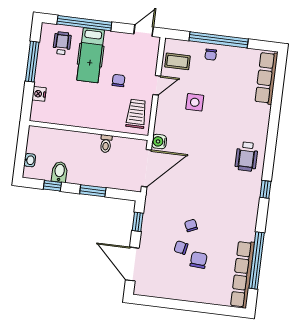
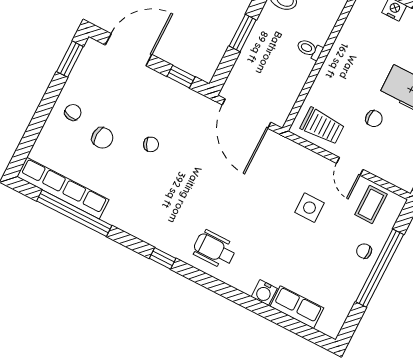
row of seats: (266, 78) -> (297, 307), width x0.68
water cooler: (159, 142) -> (264, 293), moved, turned 180
toilet: (106, 144) -> (310, 49), moved
chair: (181, 248) -> (73, 112), moved
window: (153, 301) -> (70, 59), added

